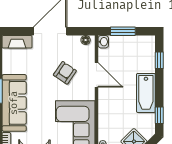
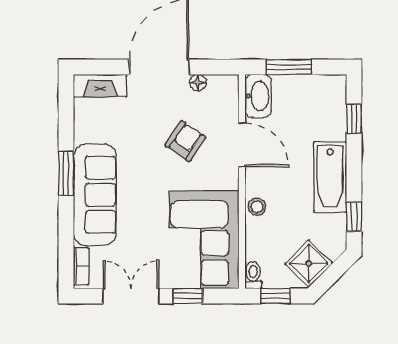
floor lamp: (86, 40) -> (198, 83), moved
washbasin: (103, 42) -> (258, 96), width x1.91, depth x1.45
stool: (105, 110) -> (257, 207), added

